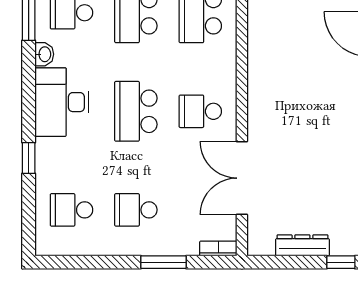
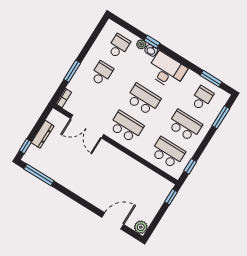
washbasin: (44, 54) -> (151, 50), moved
school desk: (200, 111) -> (126, 127), width x1.85
plant: (45, 173) -> (141, 44), added
double door: (242, 178) -> (87, 127), swing flipped

